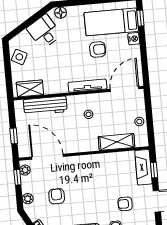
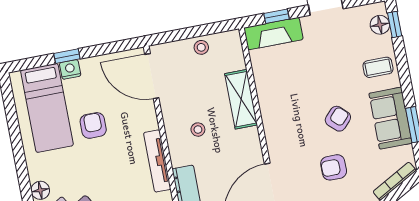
window: (140, 18) -> (67, 56), moved
tv unit: (87, 86) -> (157, 161), moved
shelving: (117, 142) -> (241, 99), moved
armchair: (125, 204) -> (338, 119), moved, turned -137

